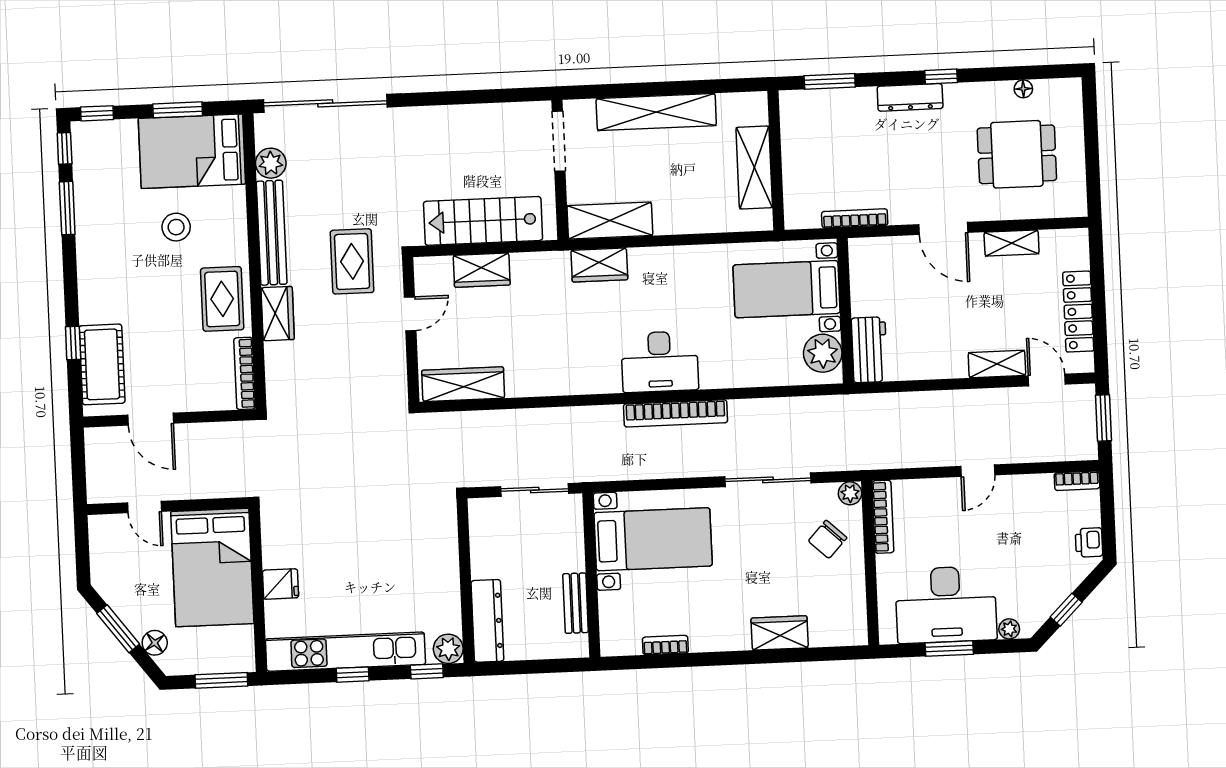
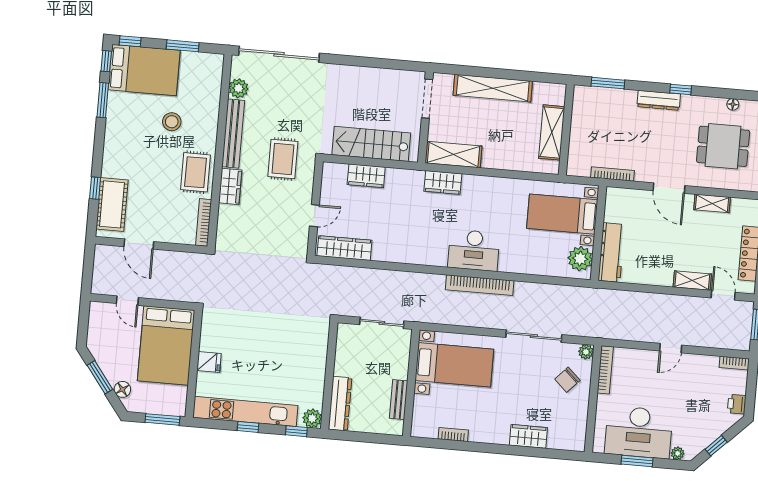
bed: (192, 151) -> (144, 70), moved, turned 180
door: (410, 314) -> (314, 216), moved
workbench: (869, 350) -> (611, 253), width x1.38

